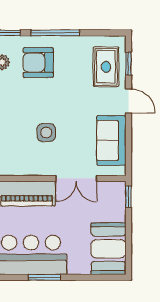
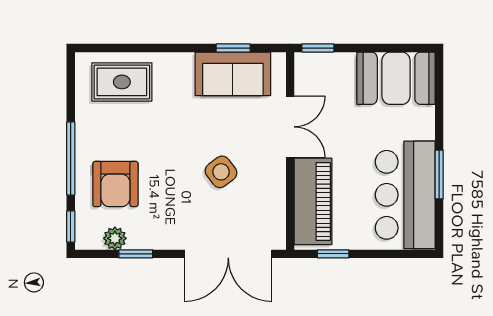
window: (128, 64) -> (233, 48), moved
door: (128, 101) -> (173, 48), removed
side table: (46, 133) -> (221, 172), turned -37

